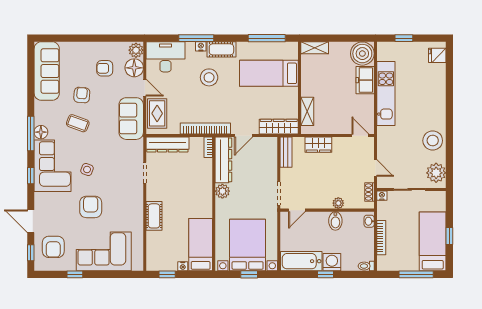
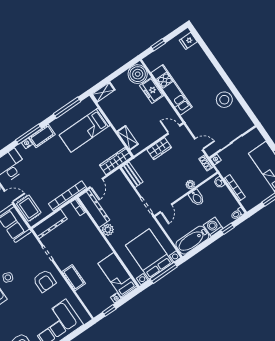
window: (196, 38) -> (29, 134), moved
stool: (209, 77) -> (47, 160), removed
wardrobe: (318, 145) -> (159, 149), moved
plant: (436, 173) -> (241, 120), removed
armchair: (91, 207) -> (45, 281), moved, turned 180
window: (249, 274) -> (164, 273), width x2.17
window: (325, 274) -> (228, 229), moved

